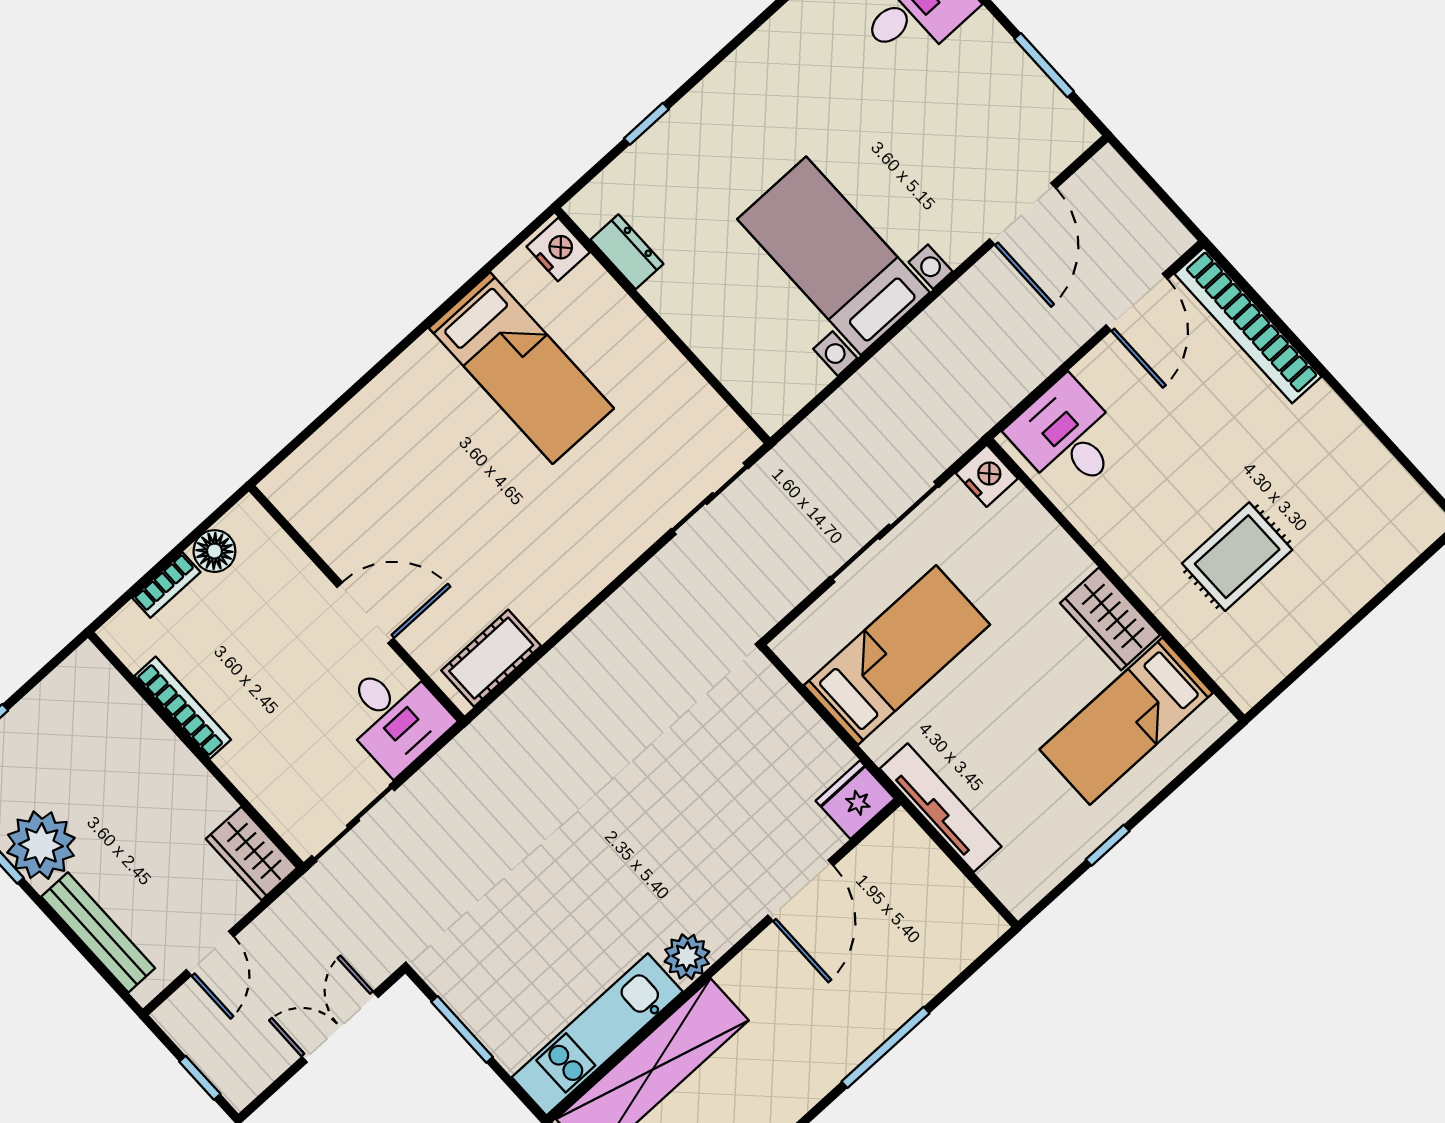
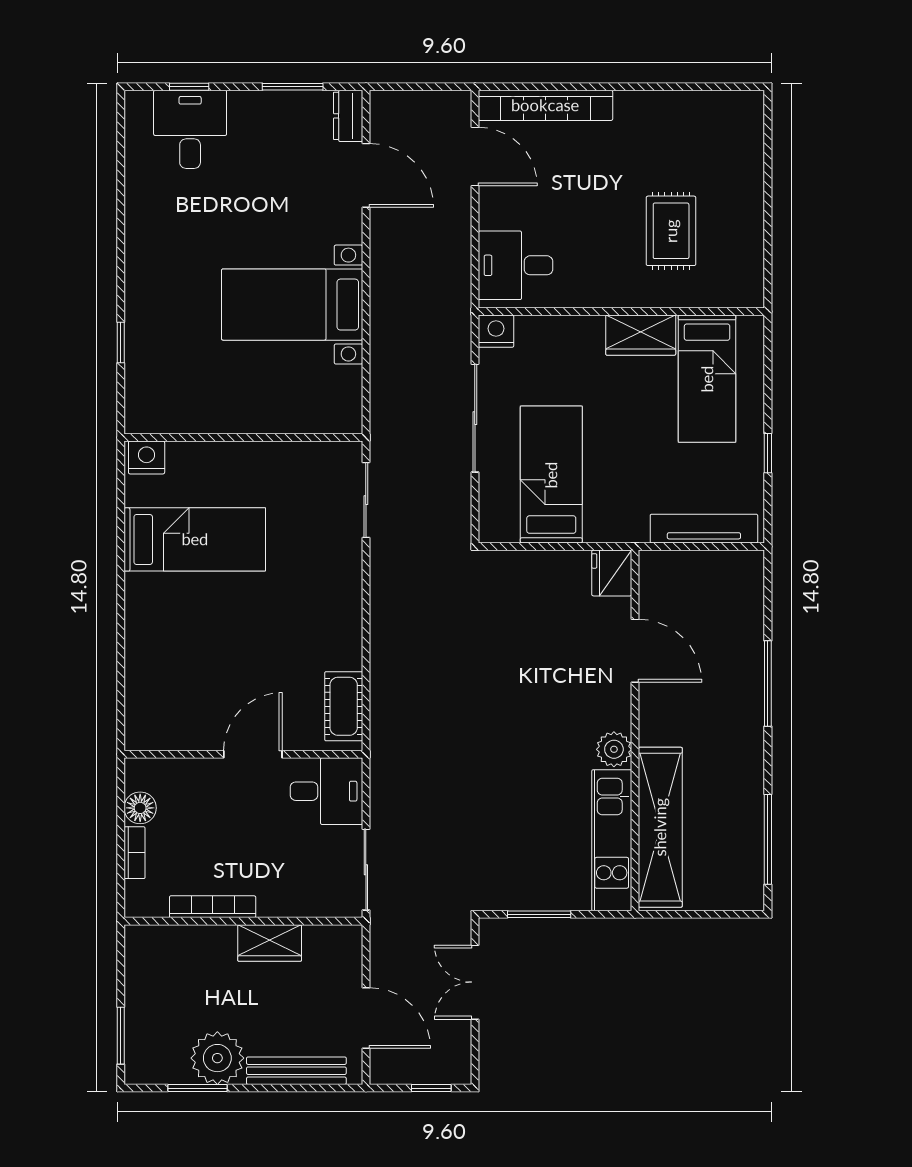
dresser: (627, 252) -> (348, 116), moved, turned -90
tv unit: (941, 808) -> (704, 529), moved
wardrobe: (251, 853) -> (270, 943), moved
door: (210, 953) -> (366, 1018), width x1.38

